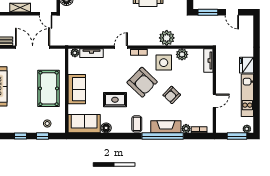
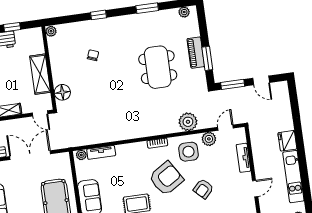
door: (121, 47) -> (226, 128), moved
tv unit: (208, 60) -> (243, 158), moved
armchair: (142, 82) -> (166, 179), turned -76

